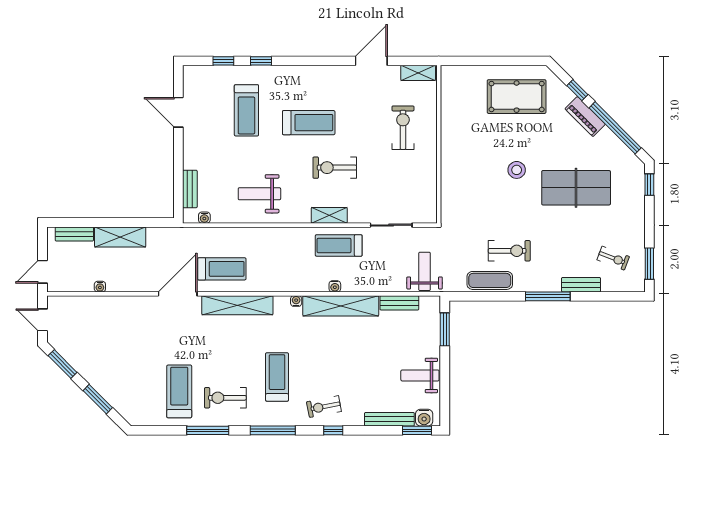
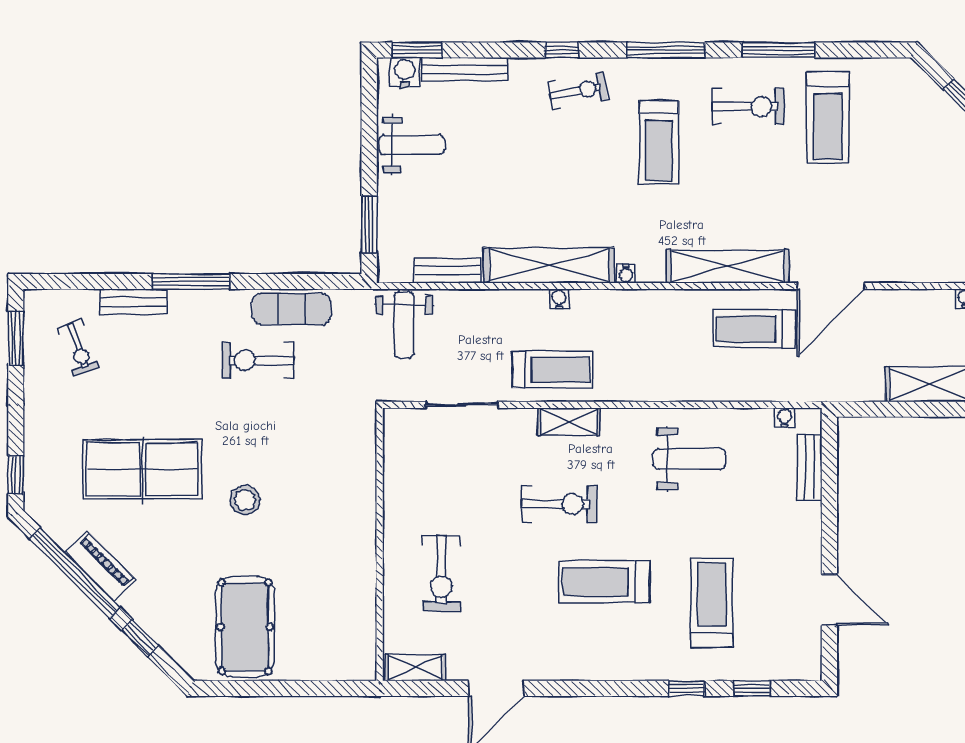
pool table: (517, 97) -> (245, 627), turned 90
piano: (585, 117) -> (100, 566), moved
exercise bike: (613, 258) -> (78, 348), turned -130

